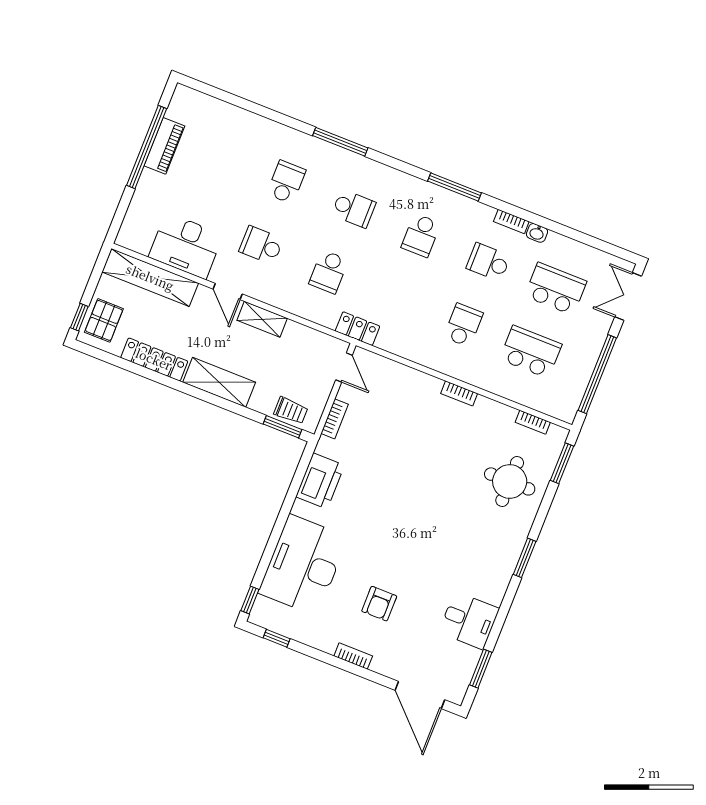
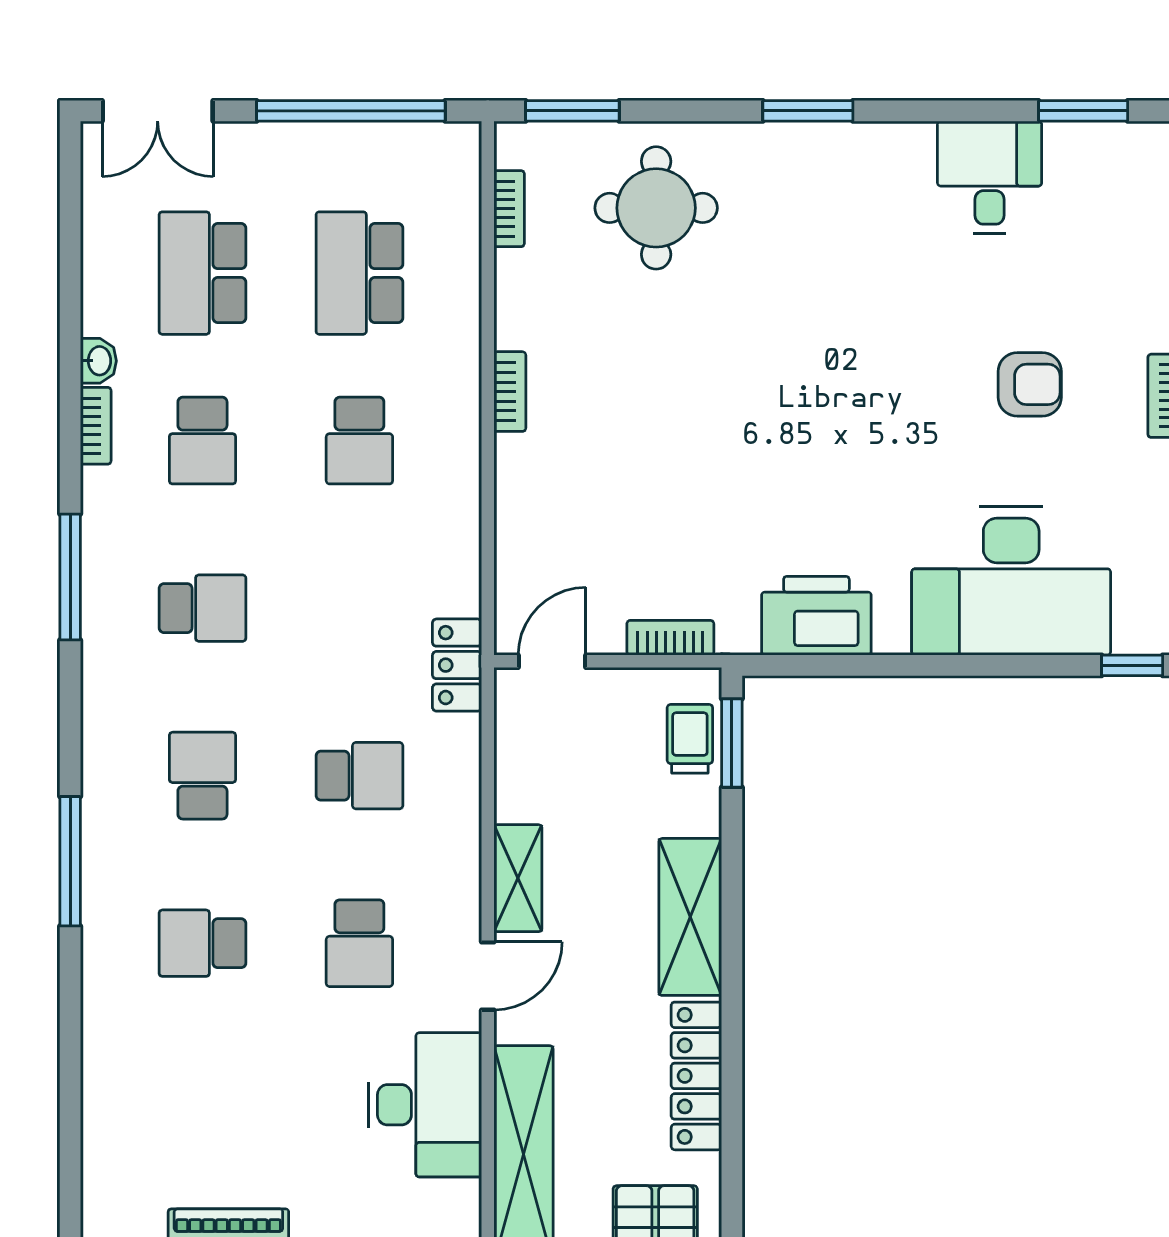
school desk: (463, 325) -> (359, 441), turned -90

